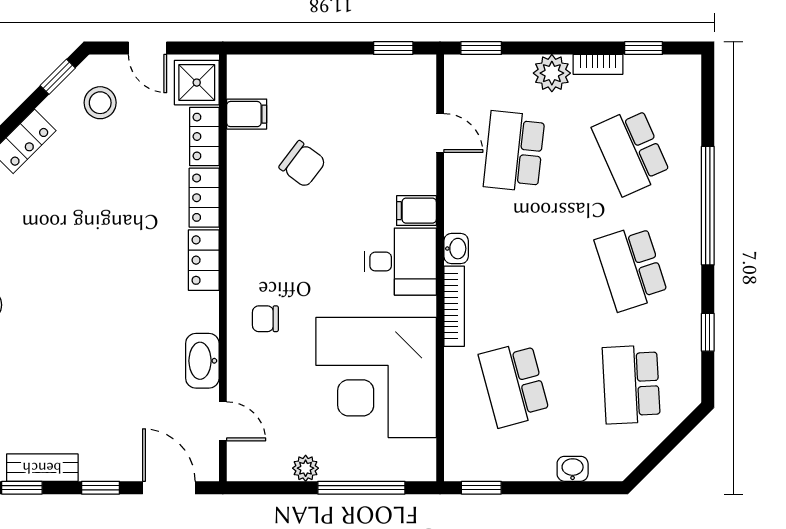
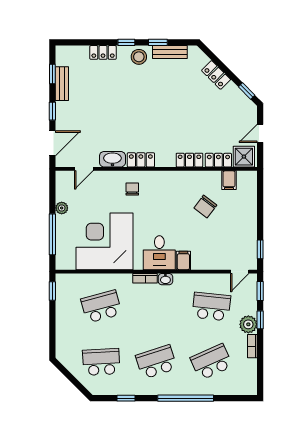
window: (644, 48) -> (260, 320), moved
stool: (100, 103) -> (234, 111), removed
door: (440, 133) -> (240, 272), moved
locker: (204, 260) -> (141, 160), moved
bookcase: (454, 306) -> (145, 278), width x0.64
washbasin: (573, 469) -> (61, 334), removed

